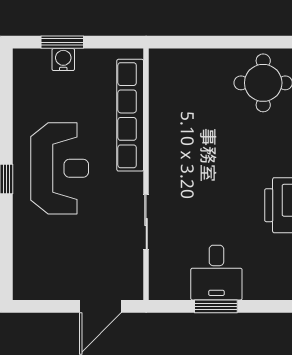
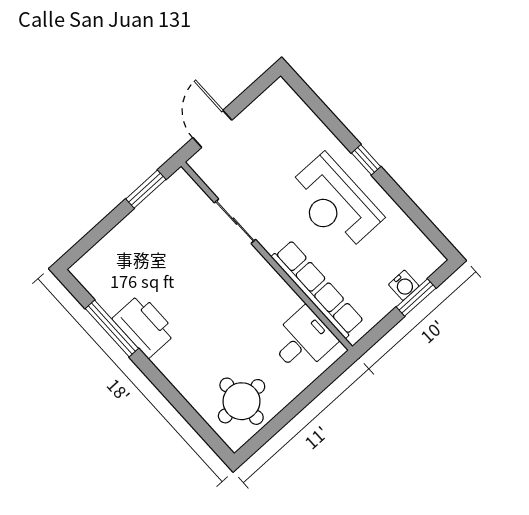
desk: (216, 273) -> (303, 340), moved, turned 90
window: (216, 306) -> (146, 189), moved

